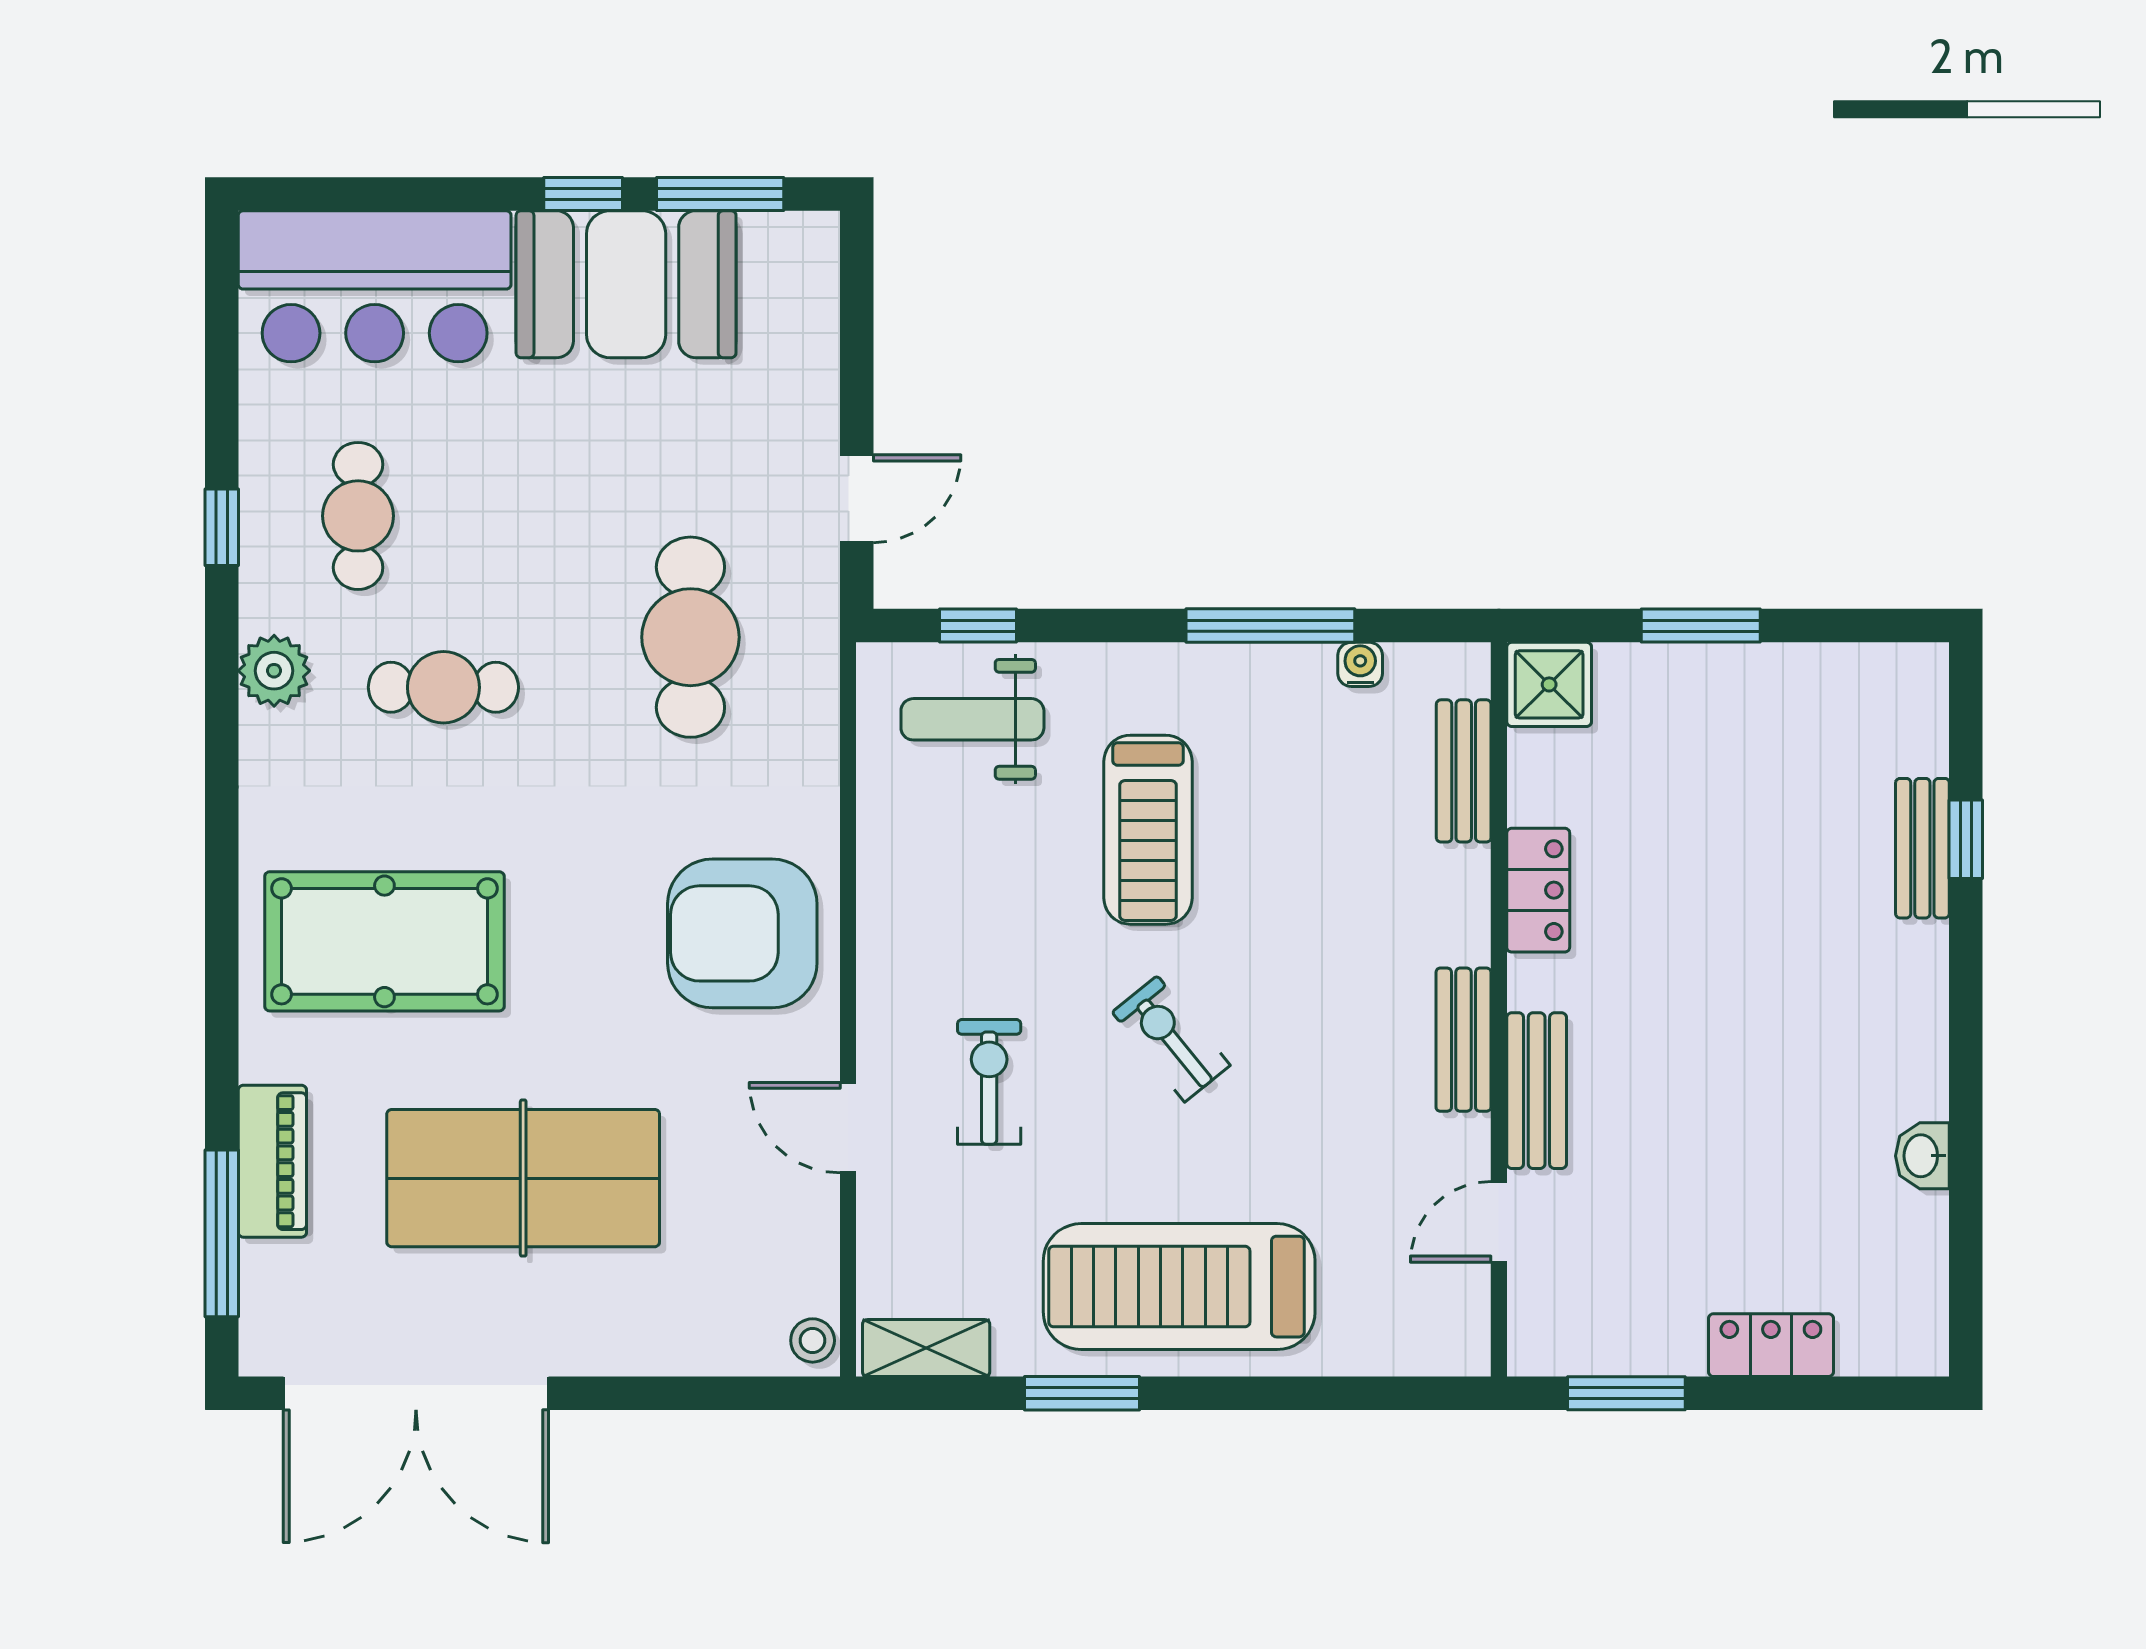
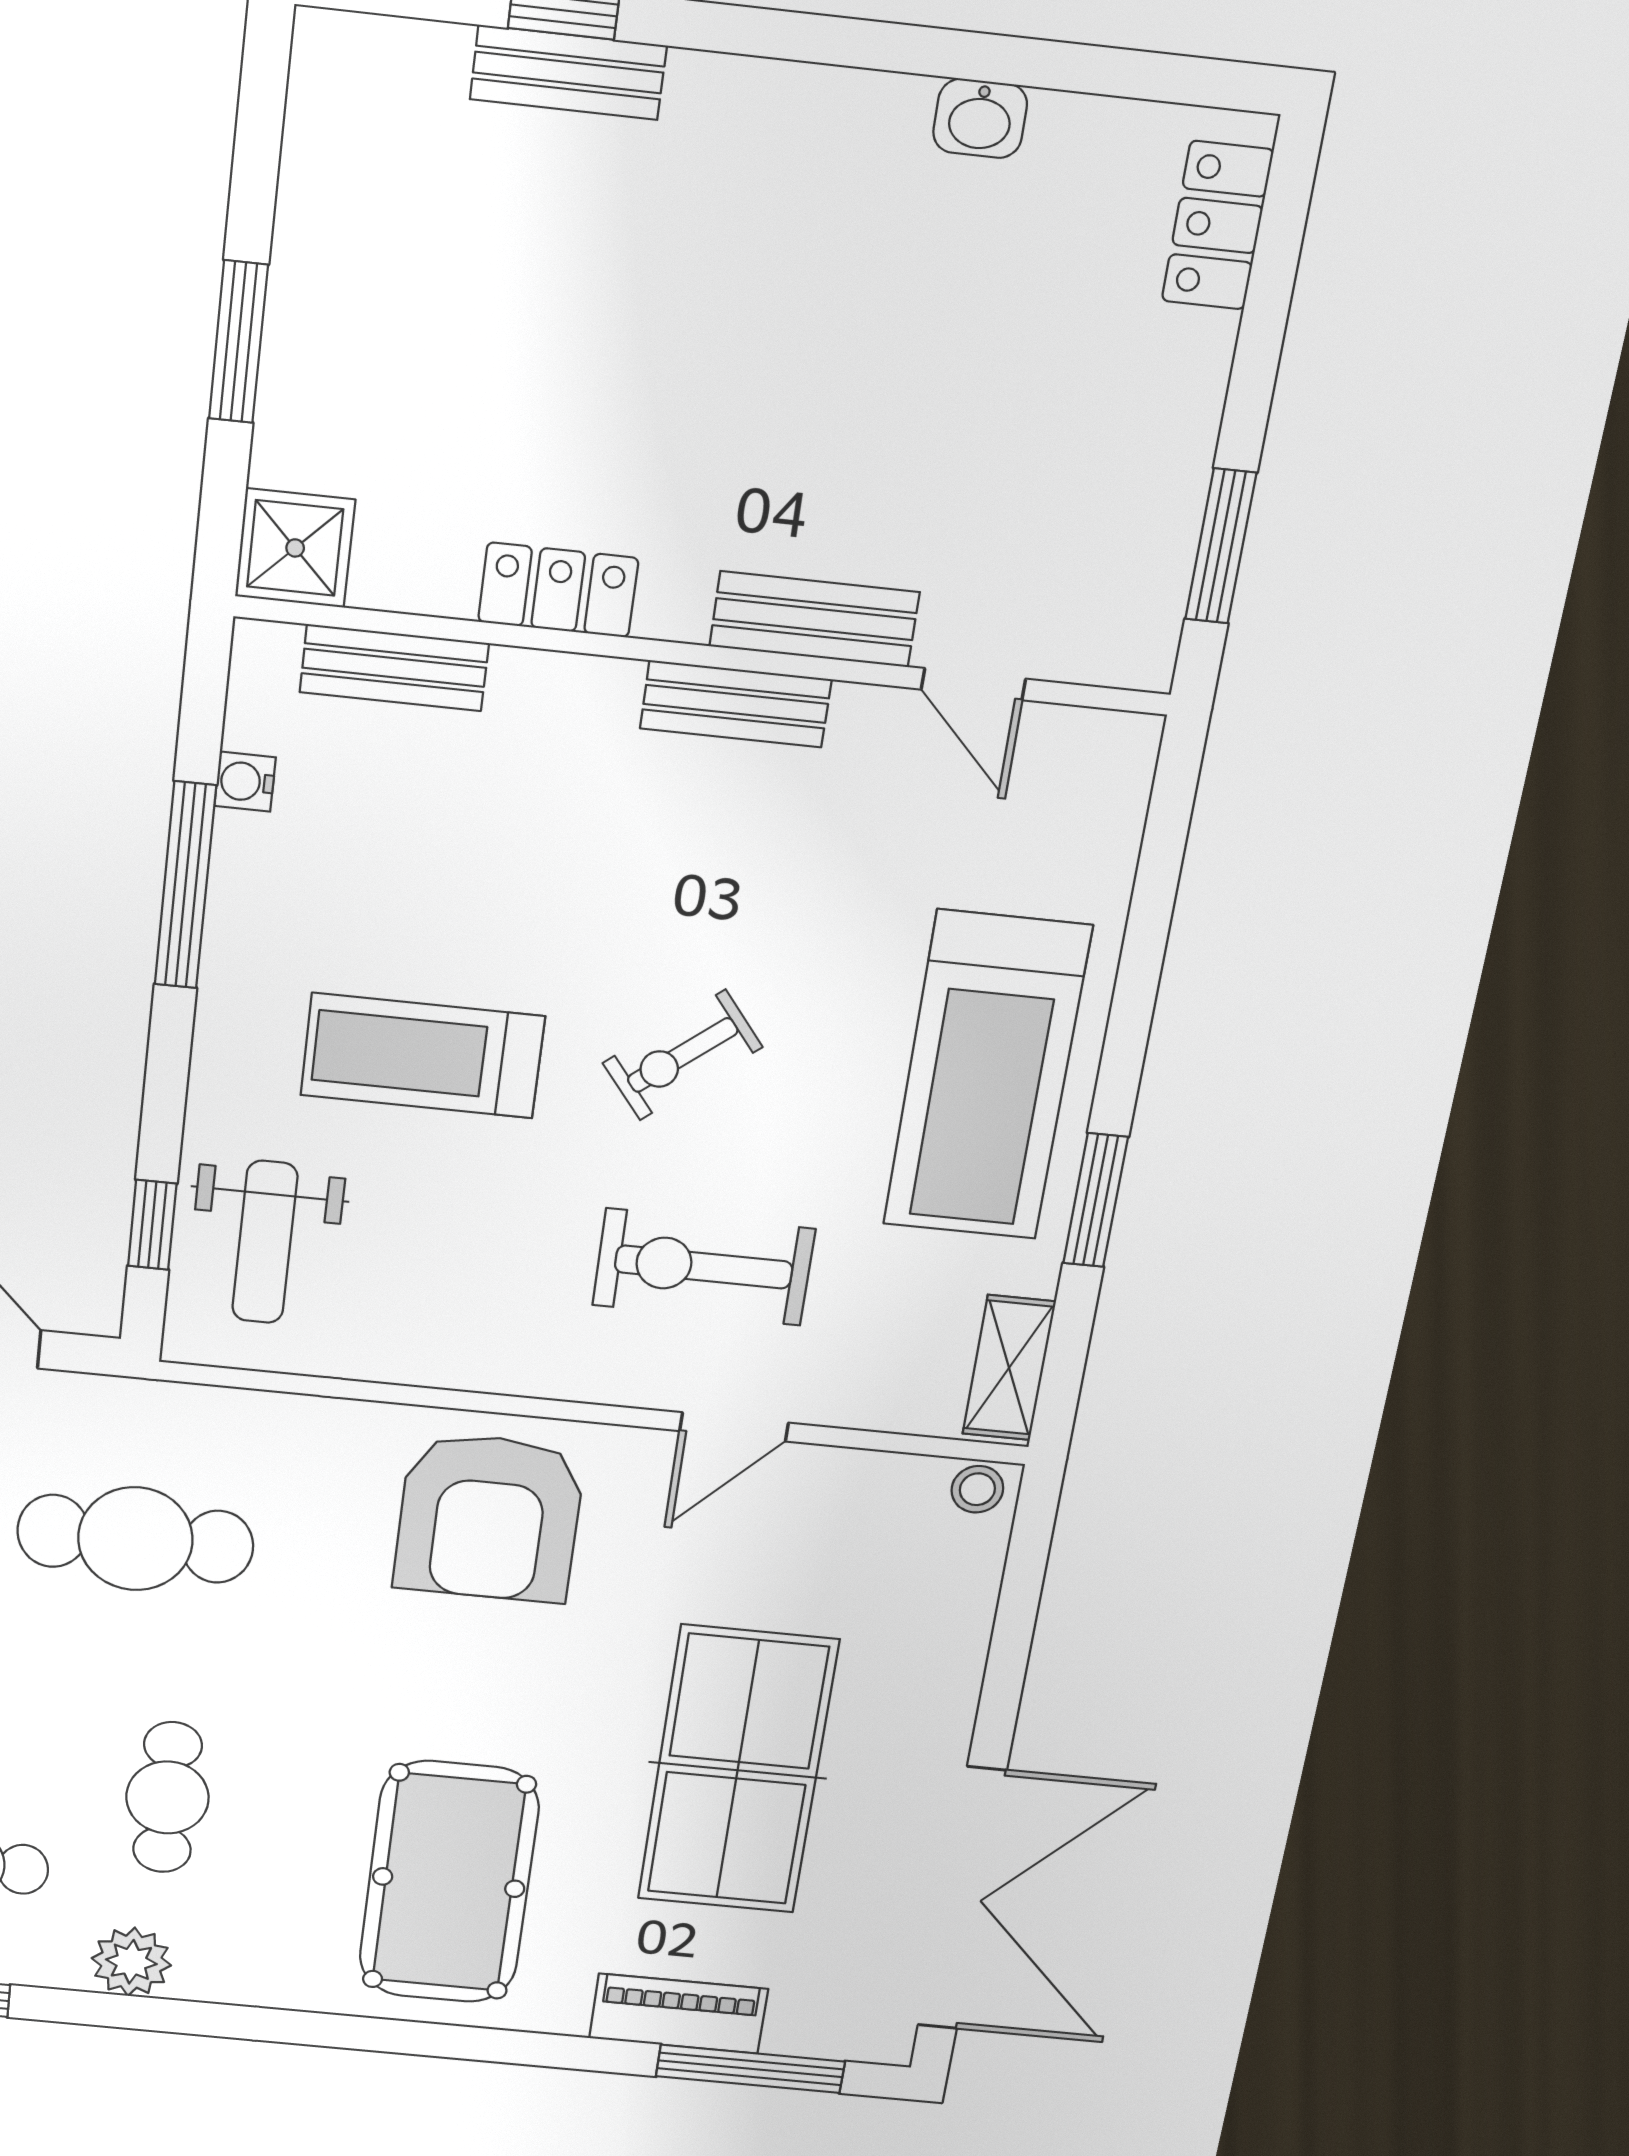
treadmill: (1148, 830) -> (423, 1056), turned 180
exercise bike: (989, 1082) -> (704, 1267), width x1.38, depth x1.39
locker: (1771, 1345) -> (1217, 225), moved

